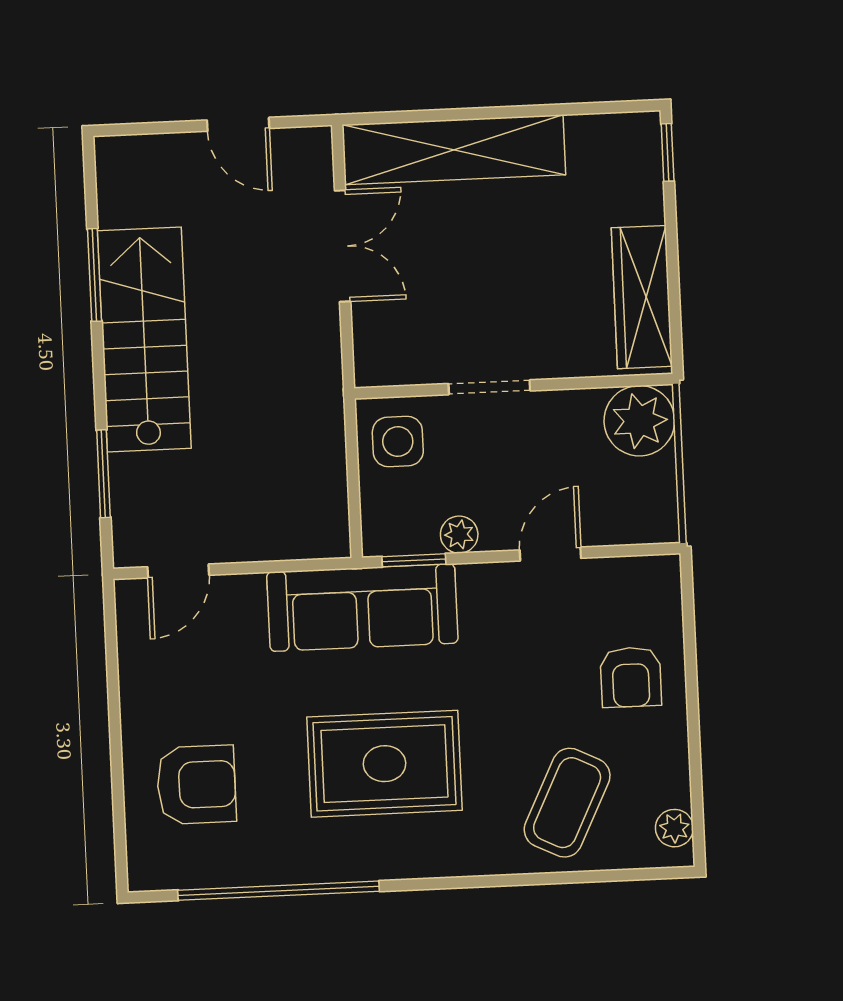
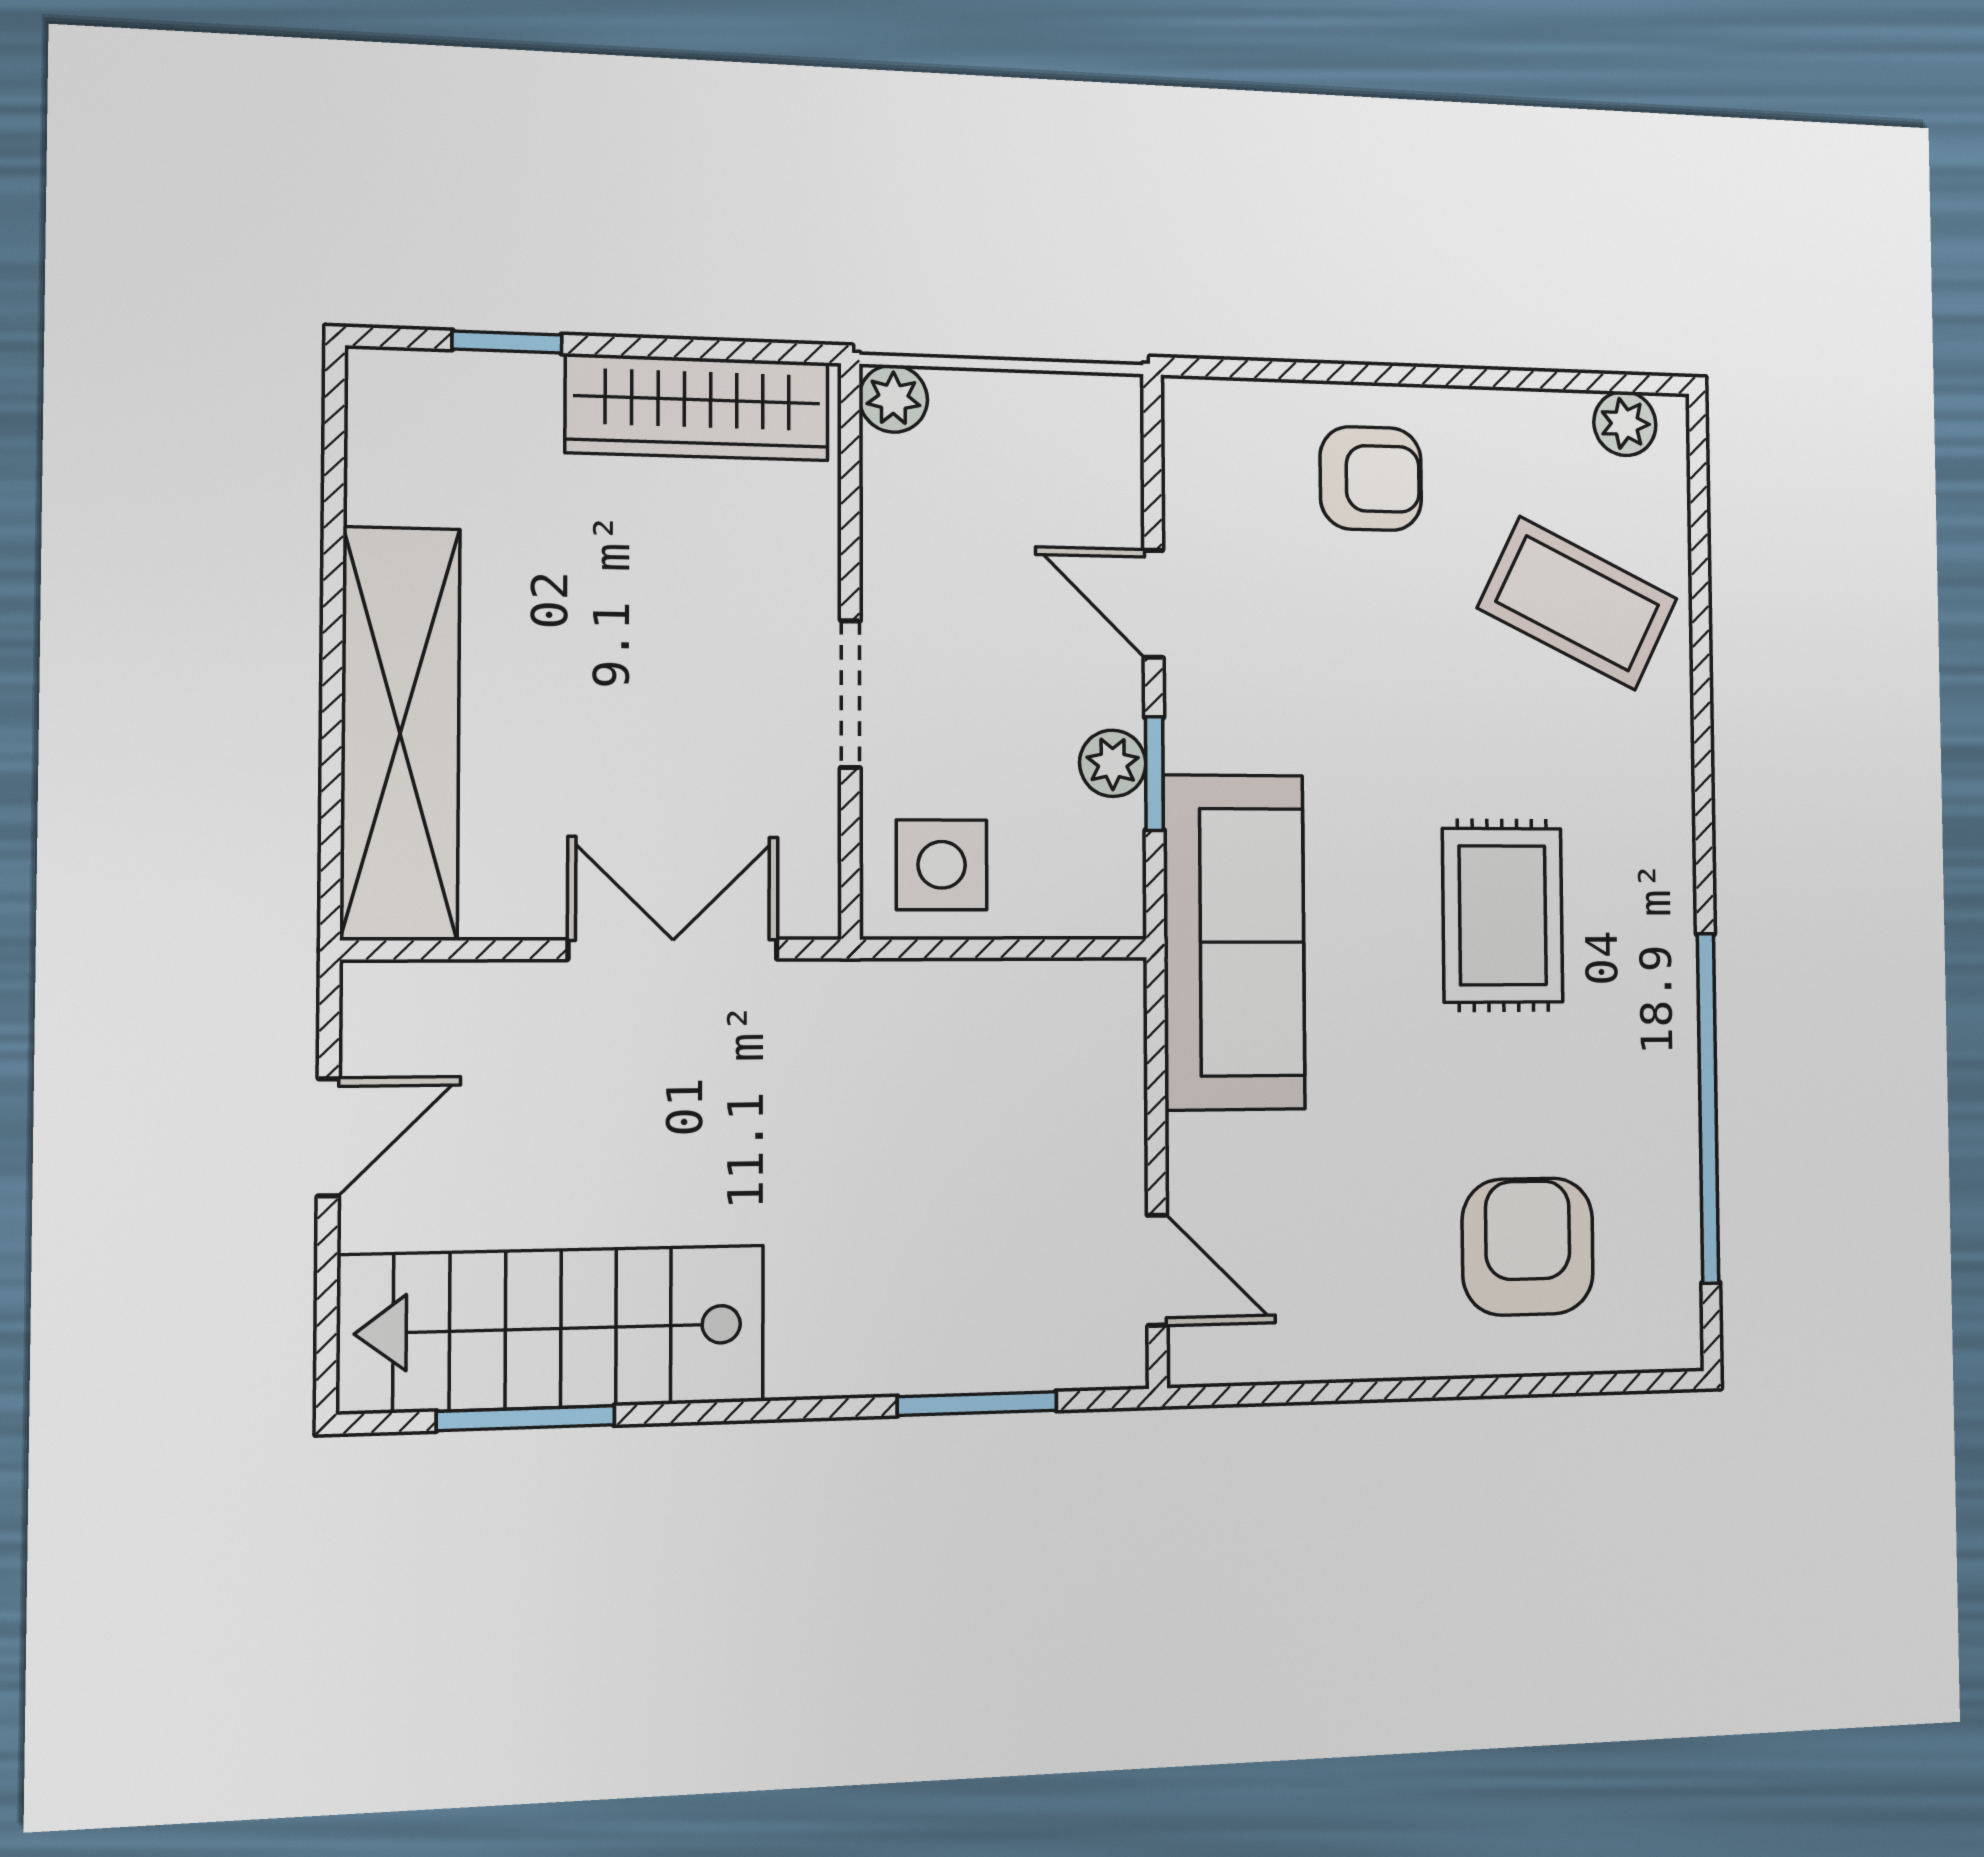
window: (668, 152) -> (507, 342), moved
double door: (343, 246) -> (673, 949), moved
window: (94, 275) -> (526, 1418), moved
stairs: (144, 340) -> (553, 1329), moved
plant: (639, 421) -> (893, 399), width x0.53, depth x0.53
window: (414, 560) -> (1154, 774), moved
rug: (385, 764) -> (1503, 915), width x0.73, depth x0.70

